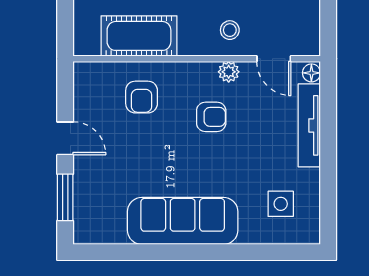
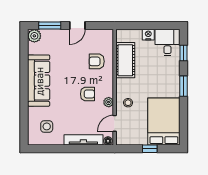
armchair: (211, 117) -> (87, 94), turned -90
plant: (87, 230) -> (34, 36), added

